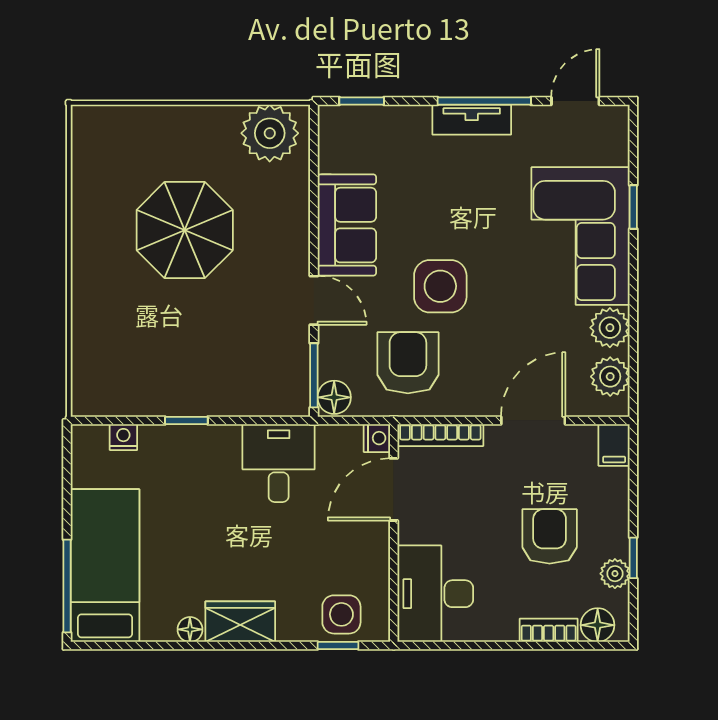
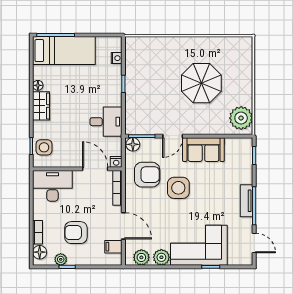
filing cabinet: (614, 445) -> (113, 247), moved
armchair: (550, 536) -> (76, 233), turned 180

